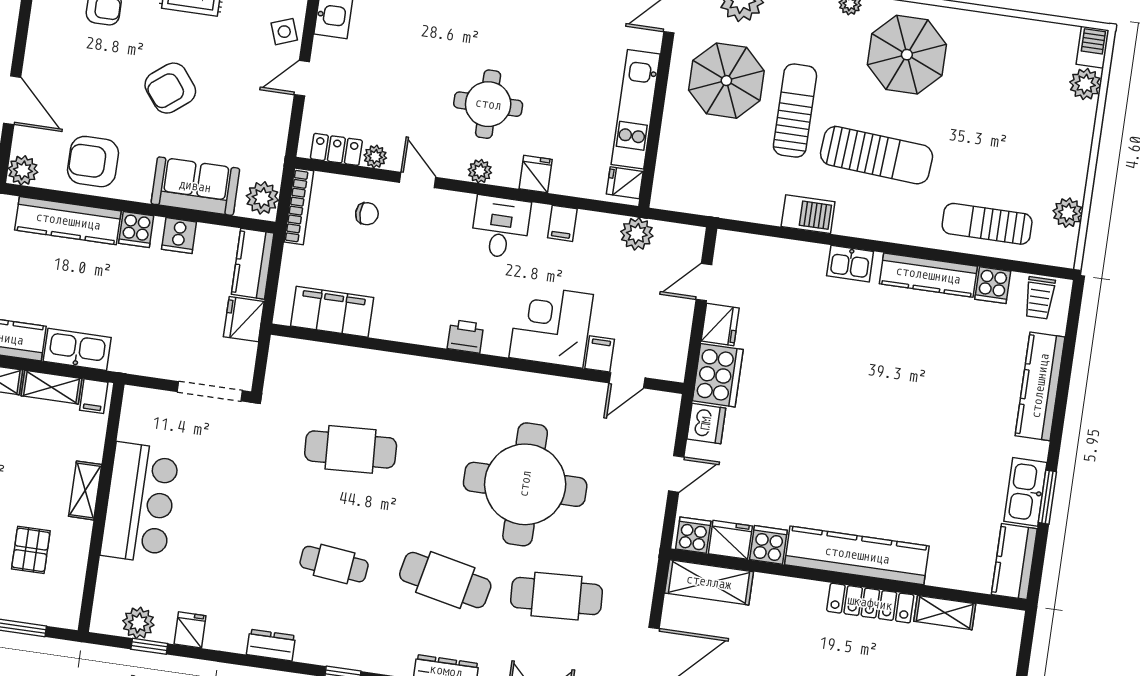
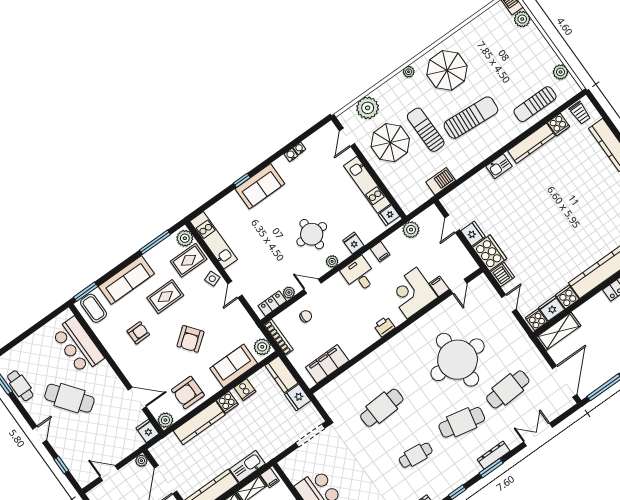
barbecue: (808, 214) -> (441, 181), moved

